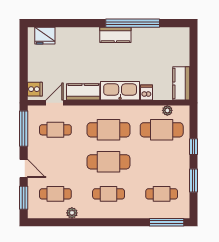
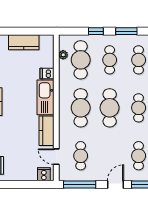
kitchen counter: (181, 83) -> (24, 42), moved
cafe table: (162, 162) -> (110, 60), added

